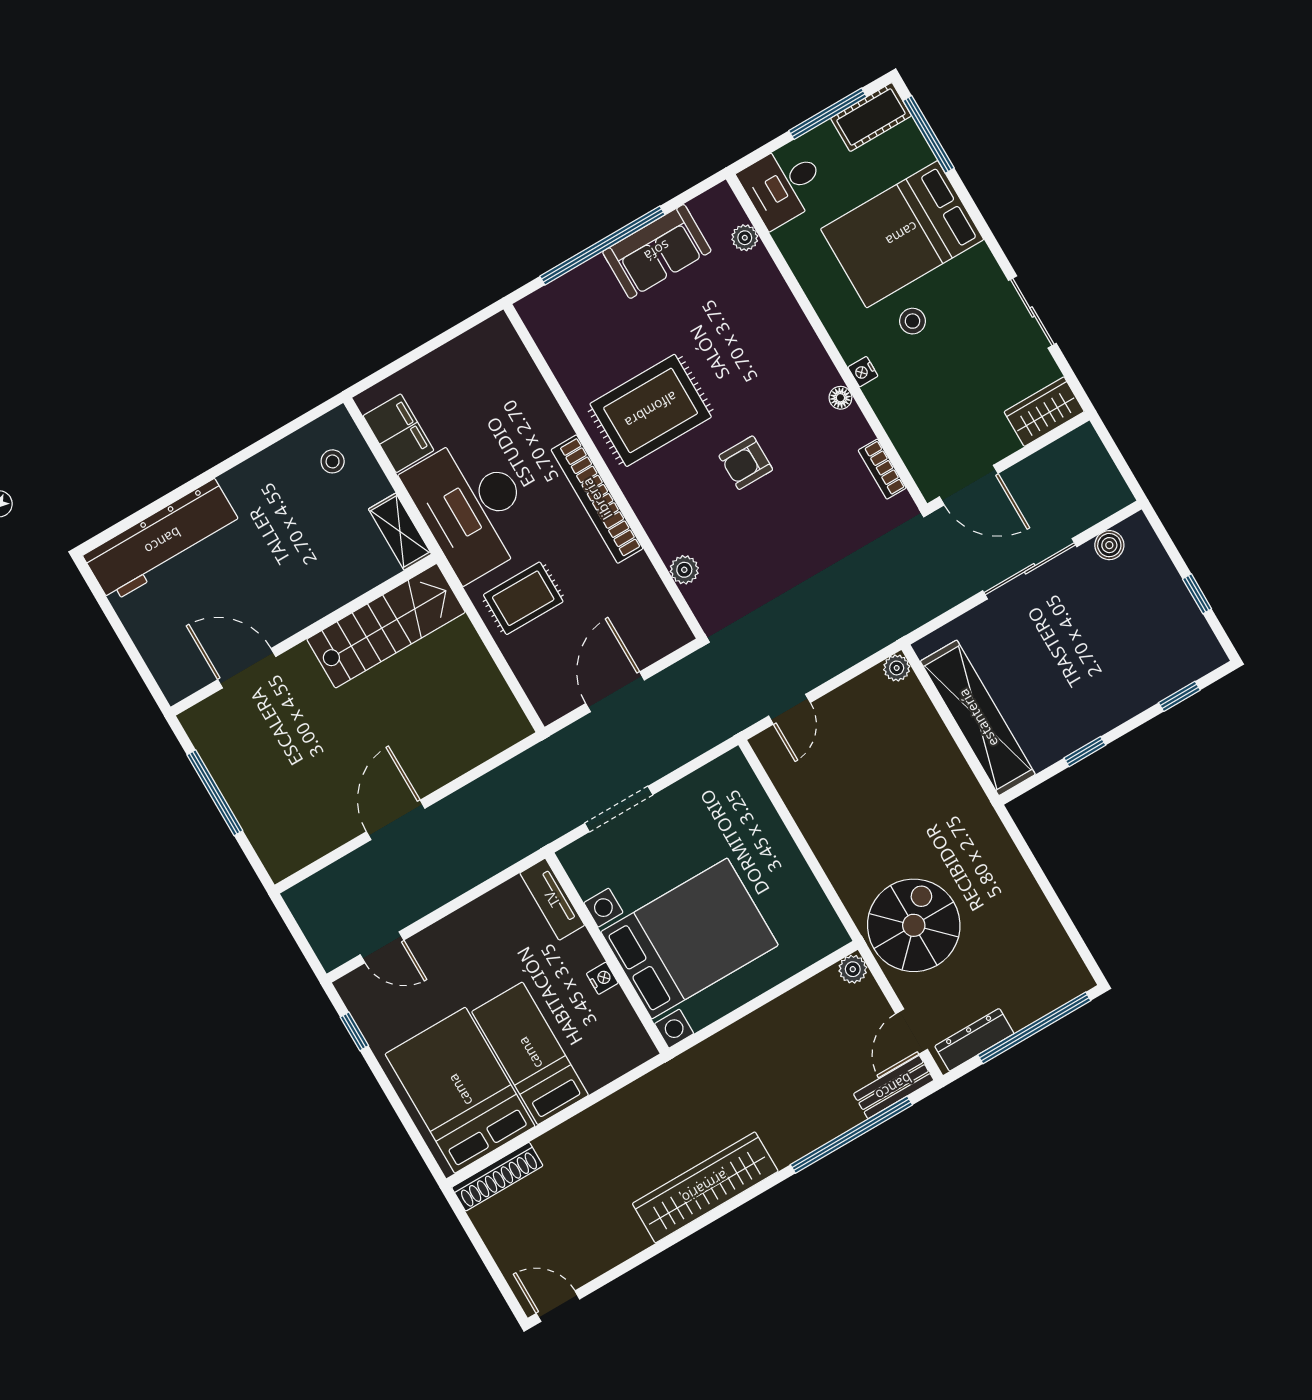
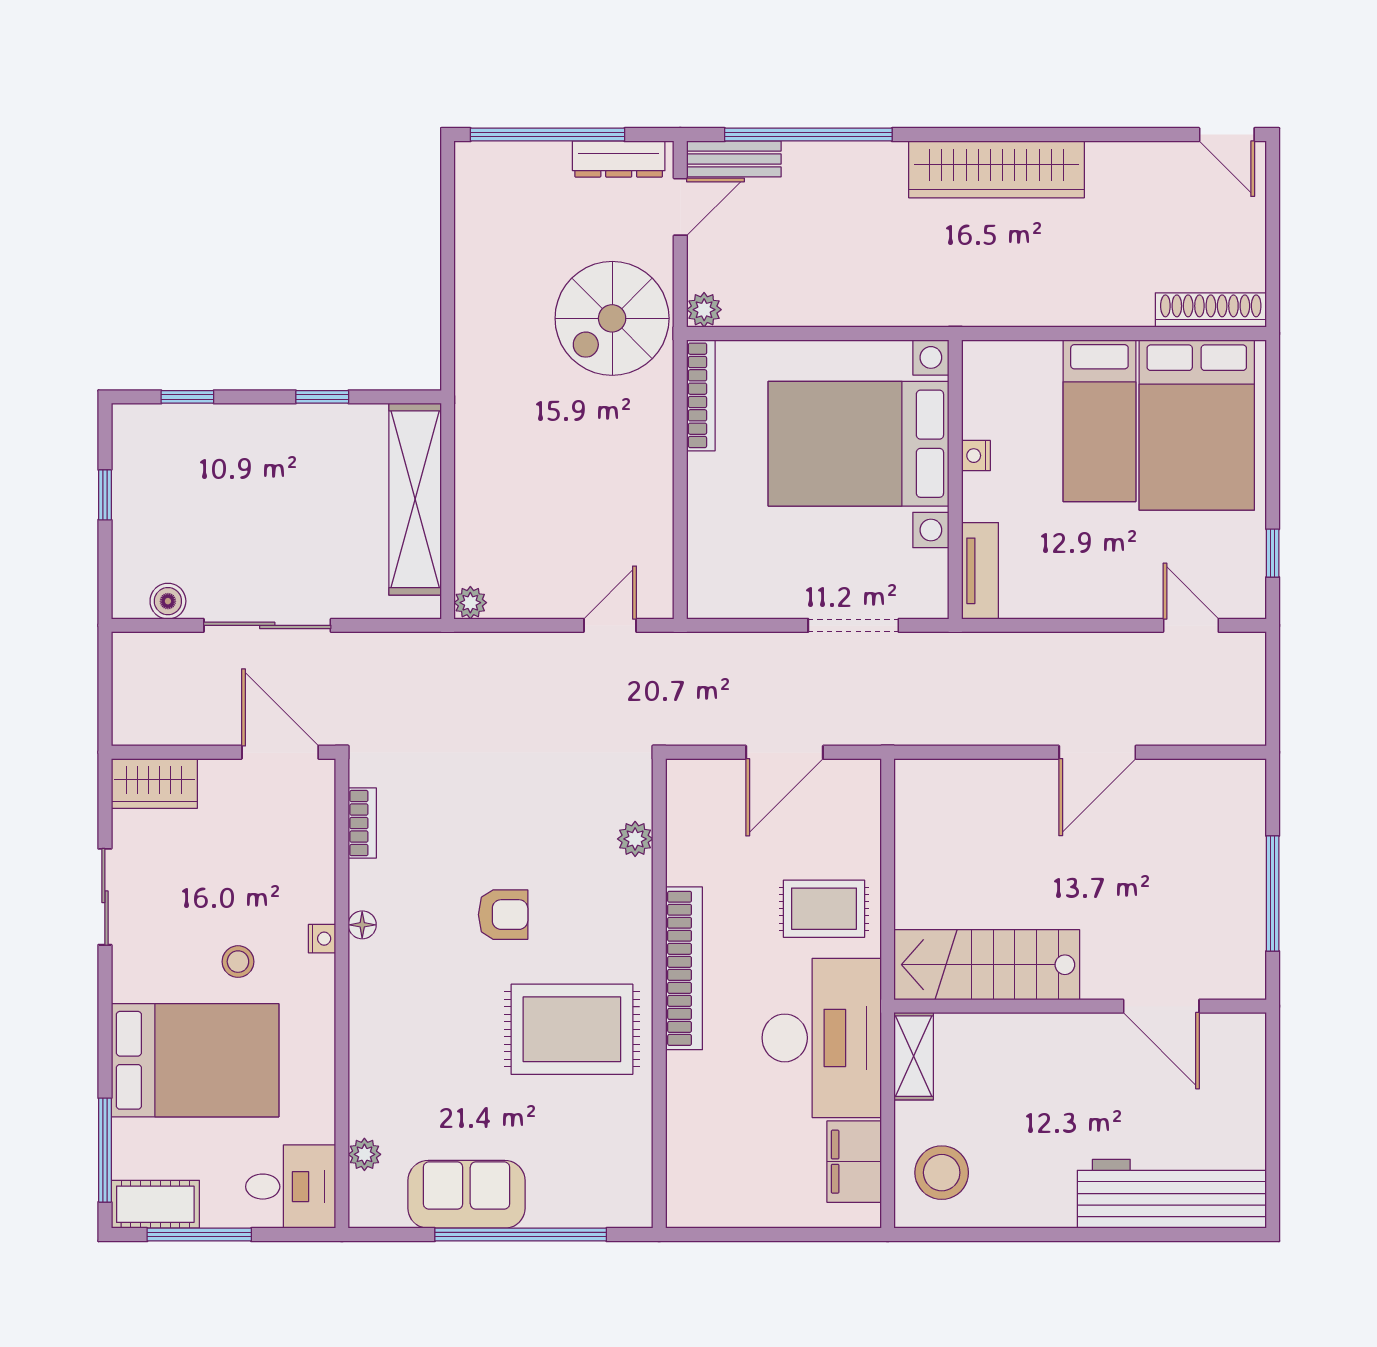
stool: (333, 461) -> (942, 1173), width x1.89, depth x1.89
bookcase: (820, 908) -> (701, 395), added

